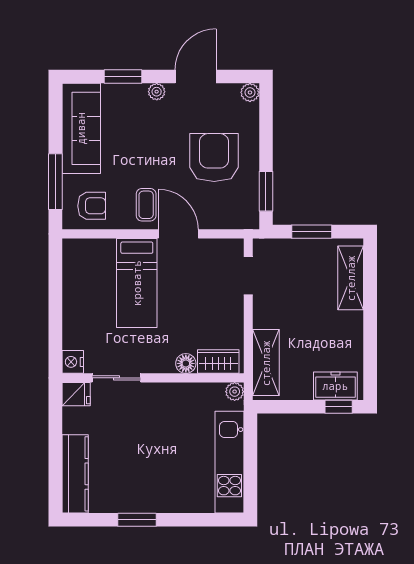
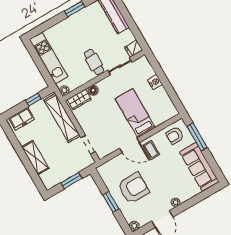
window: (123, 76) -> (194, 200), removed
armchair: (214, 158) -> (133, 188), turned -90
window: (266, 191) -> (111, 202), moved
shelving: (351, 278) -> (35, 158), moved
nightstand: (73, 362) -> (155, 82), moved
shelving: (266, 363) -> (62, 118), width x1.47
window: (339, 407) -> (33, 100), moved
cafe table: (156, 411) -> (94, 62), added

